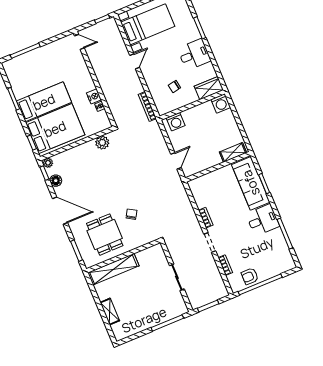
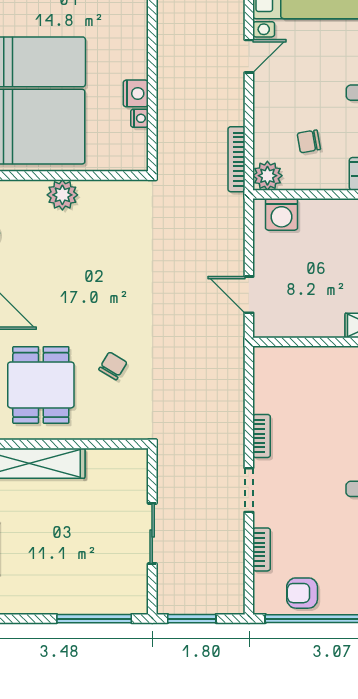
plant: (163, 108) -> (267, 176), added
plant: (102, 143) -> (62, 195), moved
door: (176, 161) -> (249, 295), swing flipped

